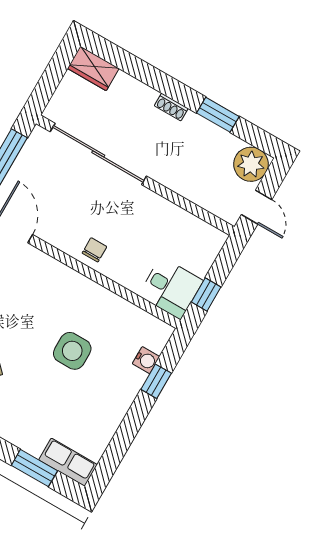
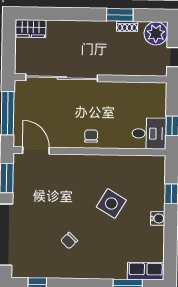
shoe rack: (171, 107) -> (127, 26), moved
side table: (72, 351) -> (111, 204), turned 31
water cooler: (146, 360) -> (158, 218), moved

